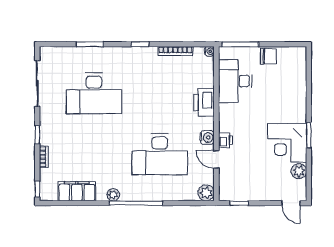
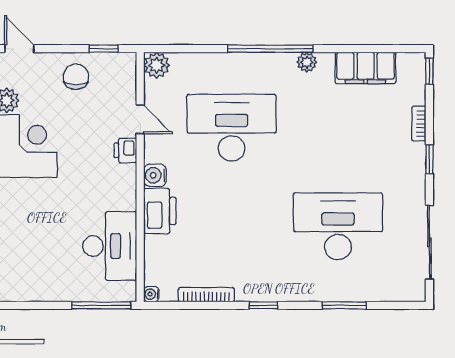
chair: (268, 56) -> (76, 77), moved, turned 90
water cooler: (207, 137) -> (155, 175), moved

